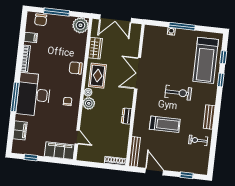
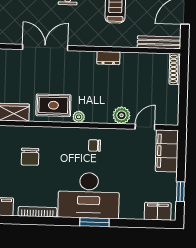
chair: (76, 68) -> (30, 157), moved
double door: (138, 73) -> (45, 48), swing flipped
window: (15, 97) -> (94, 222), width x0.69
plant: (89, 103) -> (121, 115), moved
filing cabinet: (20, 130) -> (158, 211), moved

